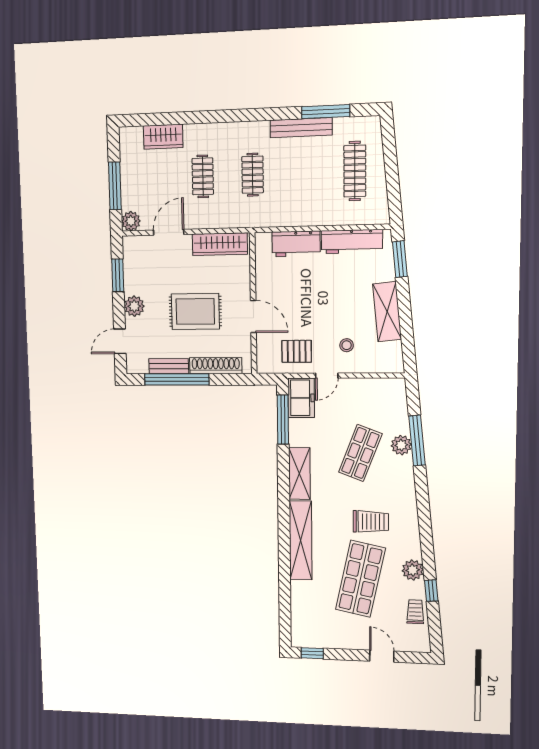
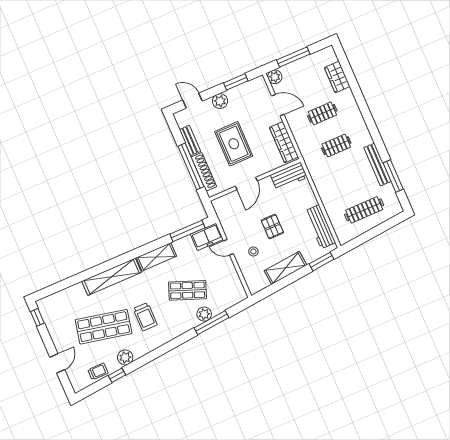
workbench: (296, 244) -> (289, 176), moved, turned -90
pallet: (297, 351) -> (272, 226), moved
window: (177, 379) -> (191, 166), moved

